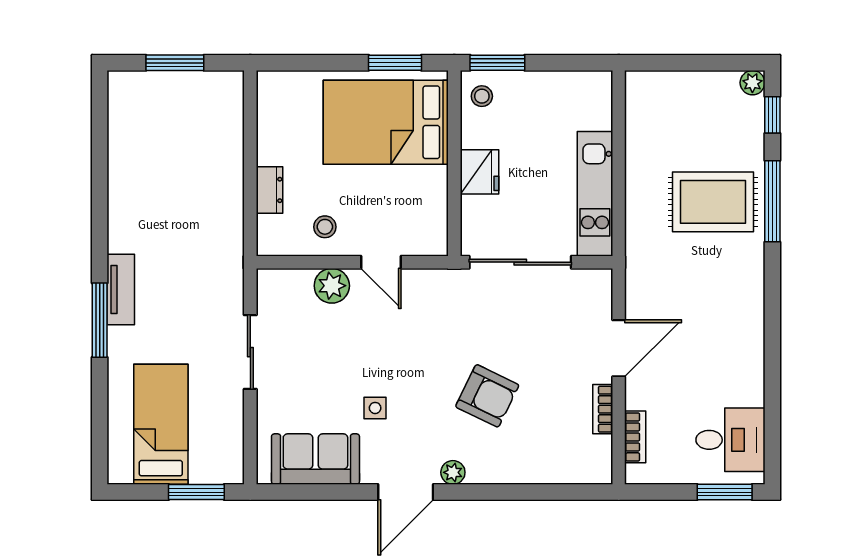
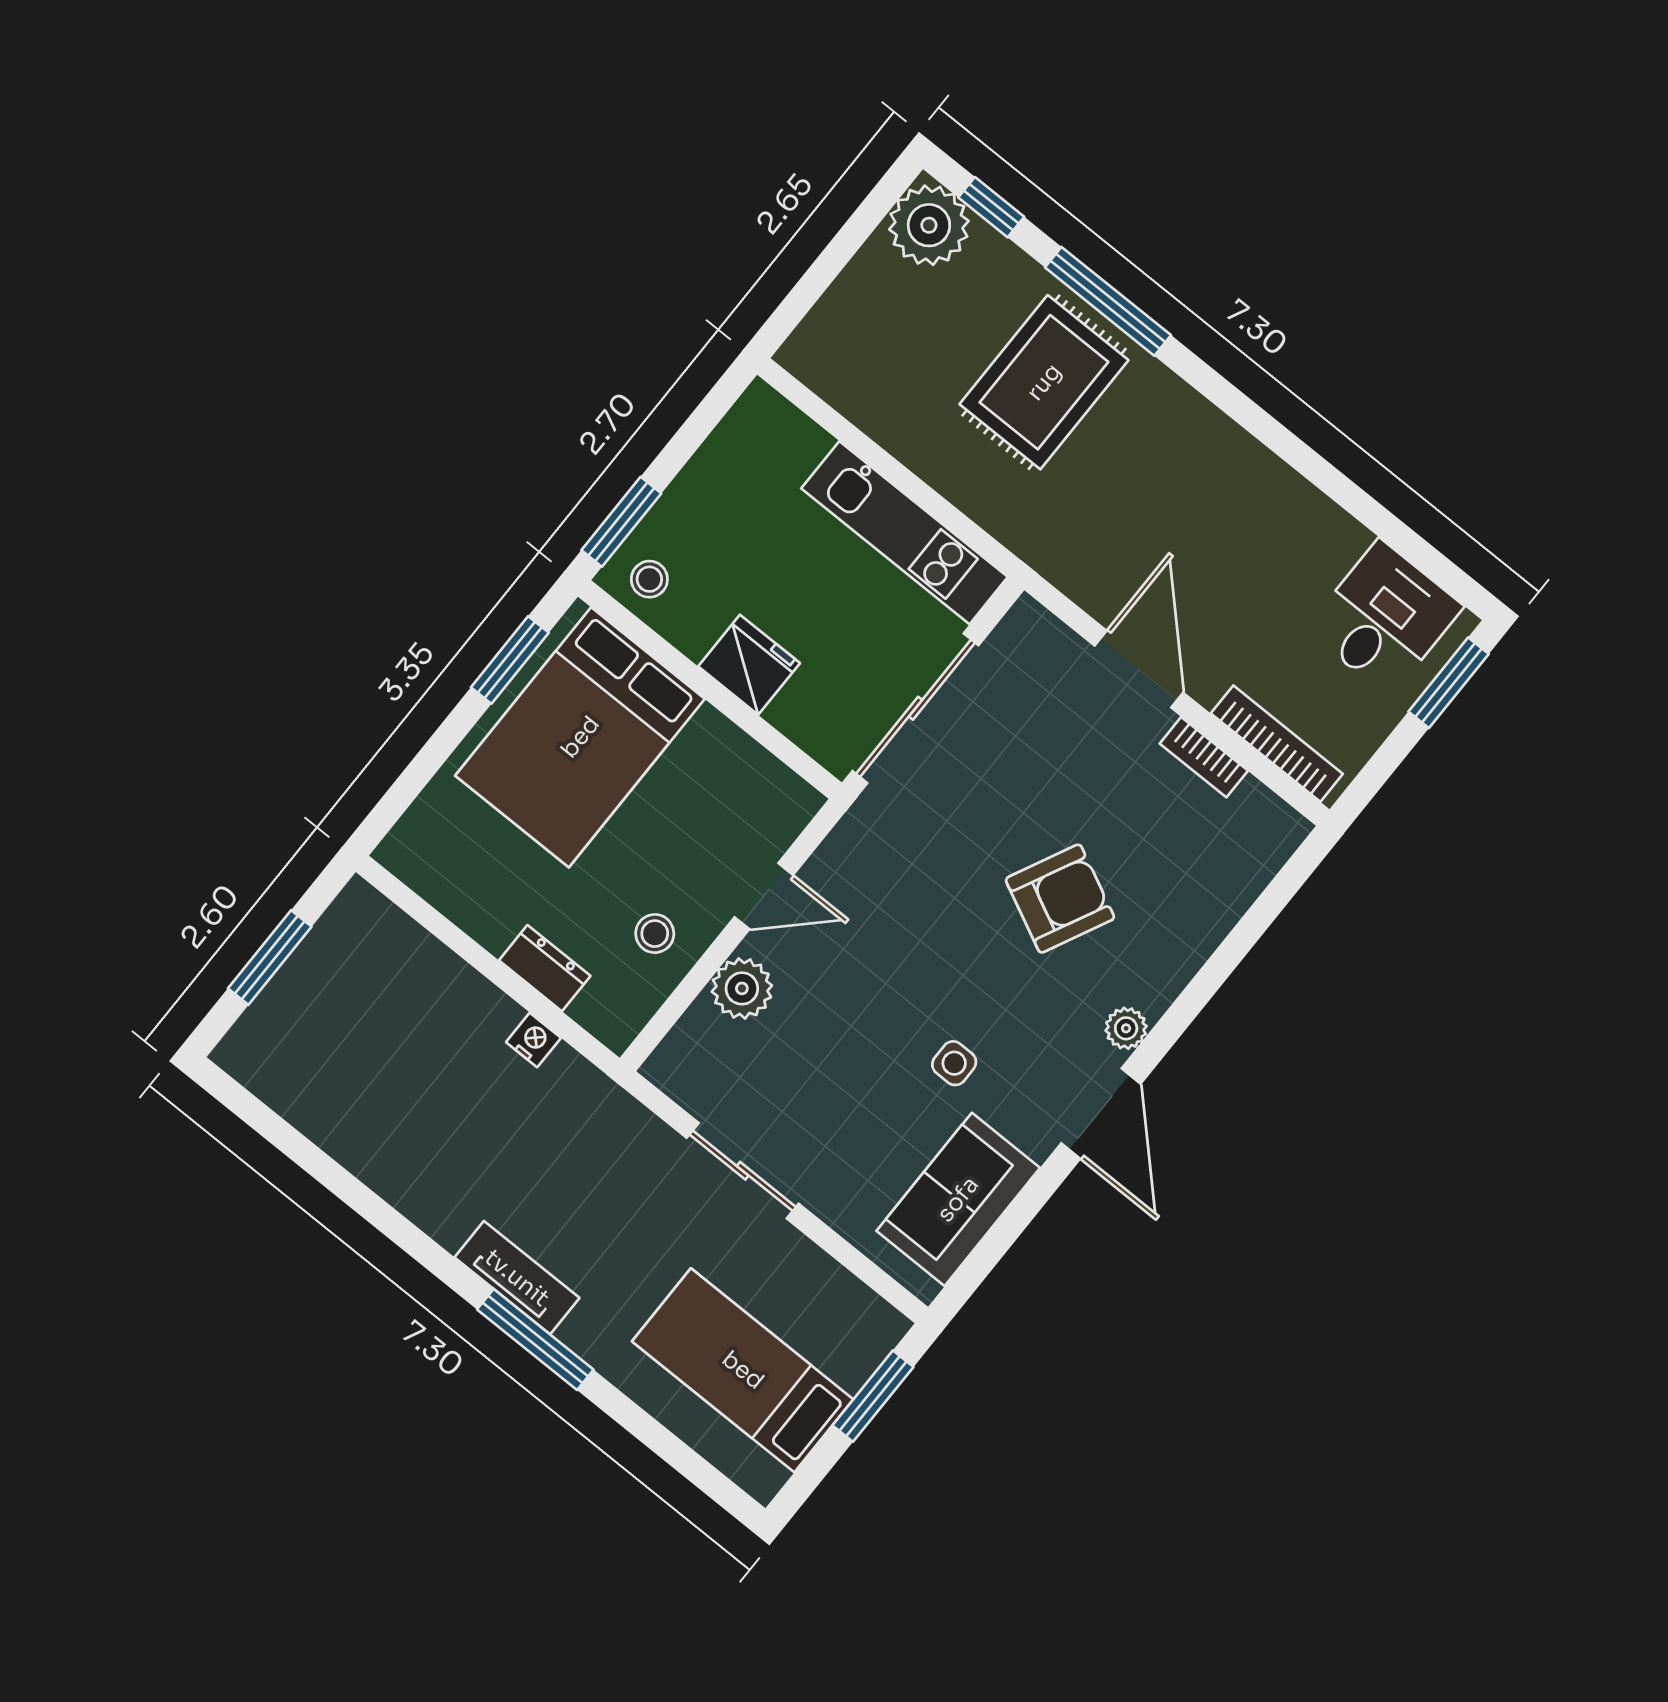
plant: (752, 83) -> (929, 225), width x1.88, depth x1.88
nightstand: (233, 211) -> (533, 1040), added
bookcase: (635, 437) -> (1277, 744), width x1.56

